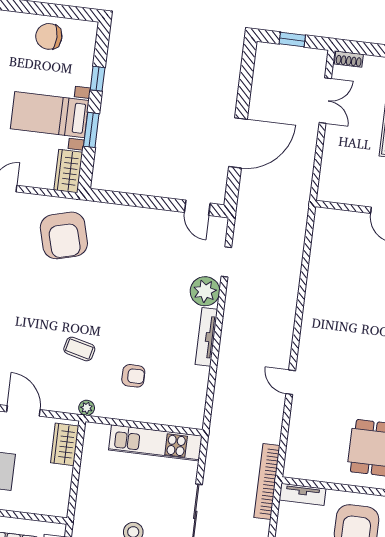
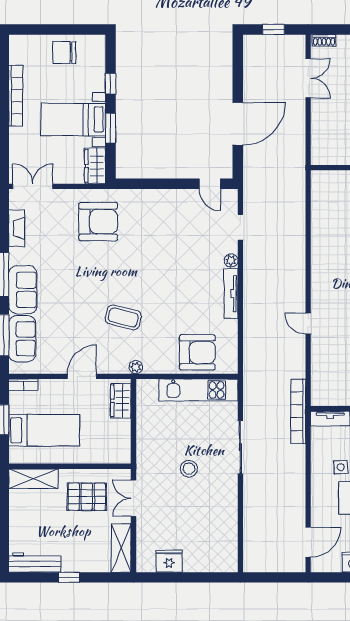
armchair: (64, 235) -> (98, 222), turned -75
plant: (205, 291) -> (231, 261), width x0.53, depth x0.53
coffee table: (79, 349) -> (123, 317), width x1.36, depth x1.30
armchair: (133, 376) -> (197, 352), moved, width x1.88, depth x1.88
door: (23, 411) -> (82, 376), hinge flipped

